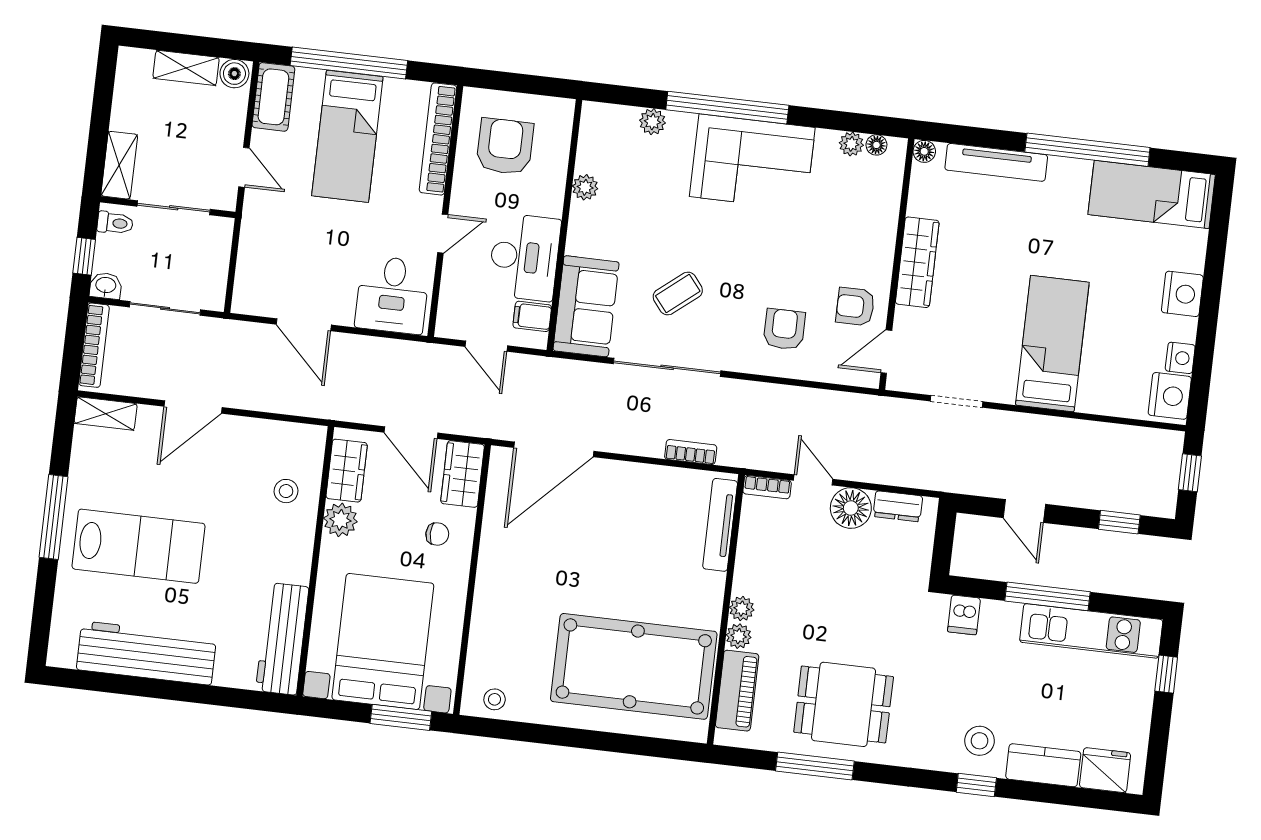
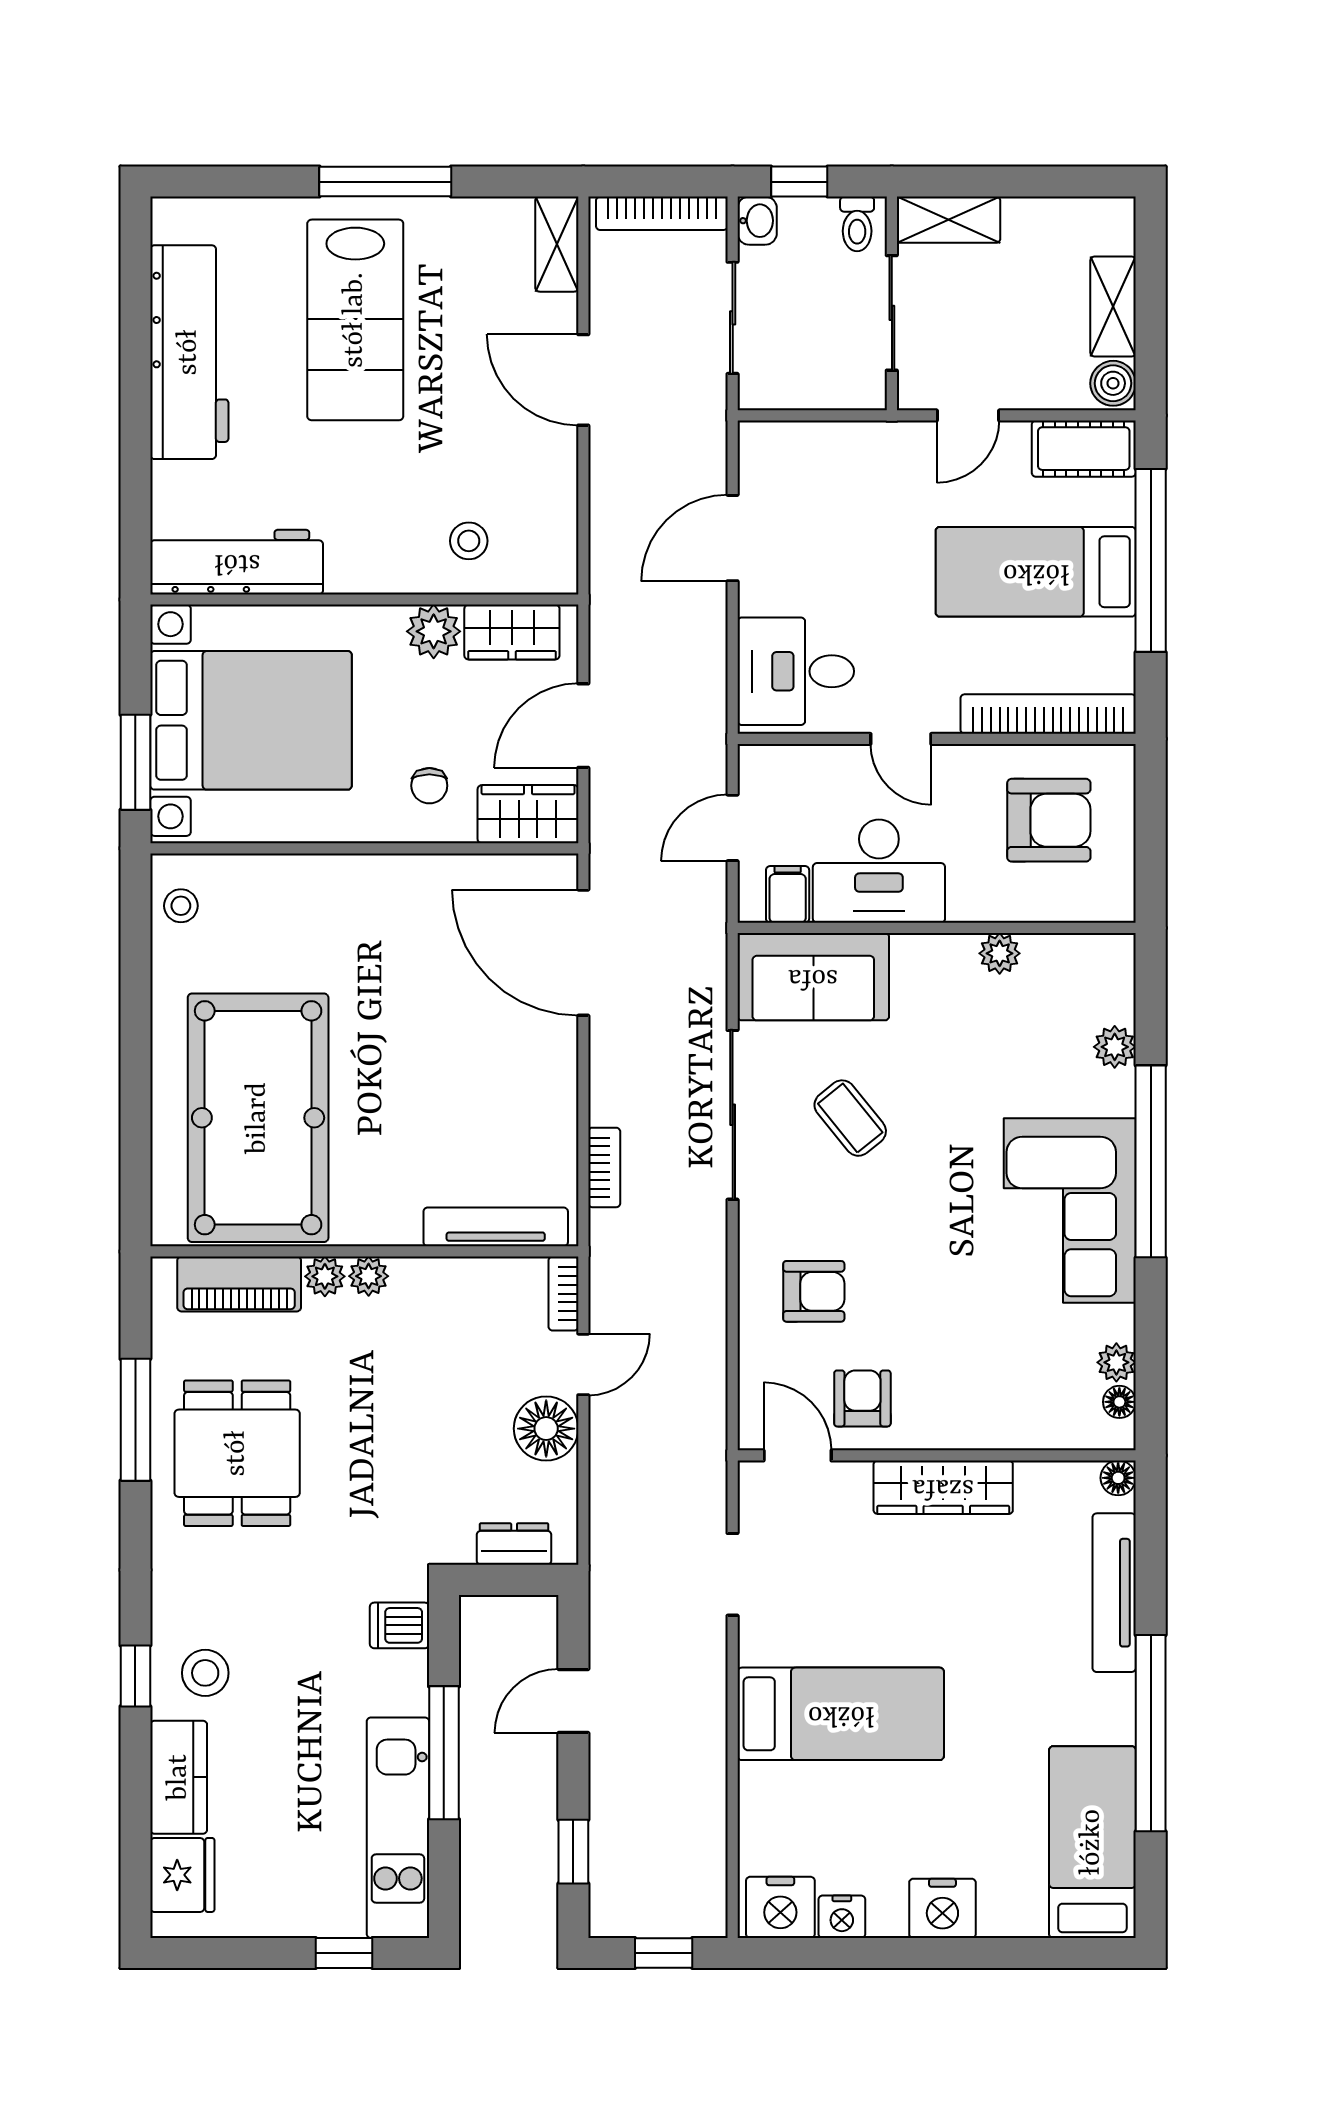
dresser: (898, 506) -> (514, 1544), moved, turned 90

